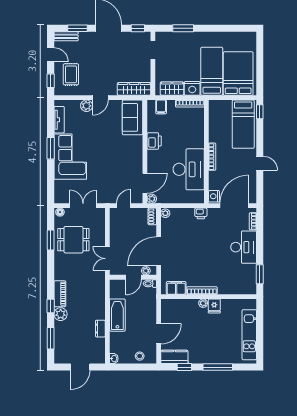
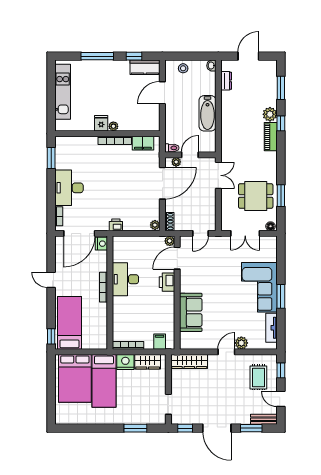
sofa: (133, 117) -> (191, 312), moved
printer: (154, 141) -> (167, 282), moved
desk: (189, 169) -> (125, 279), width x0.73, depth x0.77
dresser: (100, 329) -> (226, 81), moved

